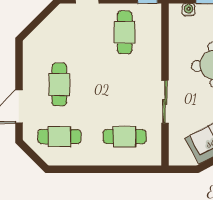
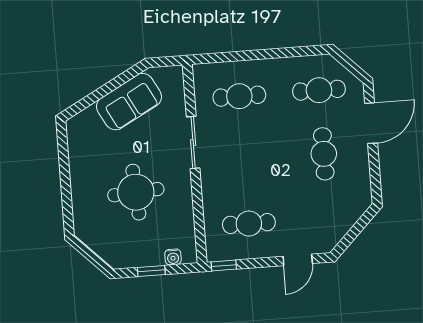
cafe table: (125, 32) -> (249, 224), turned 90

